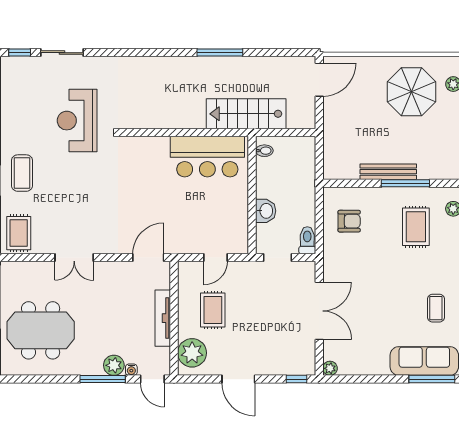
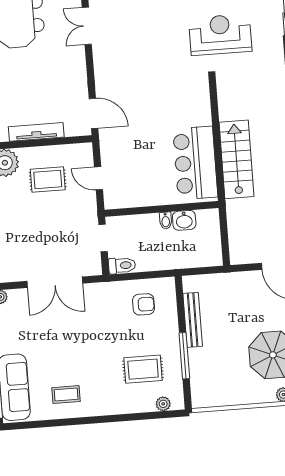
stairs: (246, 114) -> (237, 159), moved
bidet: (264, 151) -> (166, 221), moved
bench: (388, 172) -> (193, 320), moved
washbasin: (266, 211) -> (184, 220), moved
armchair: (349, 221) -> (144, 304), turned -90
double door: (74, 258) -> (87, 26), moved

